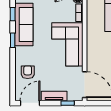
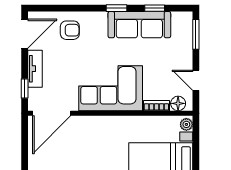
door: (30, 103) -> (25, 34), hinge flipped

